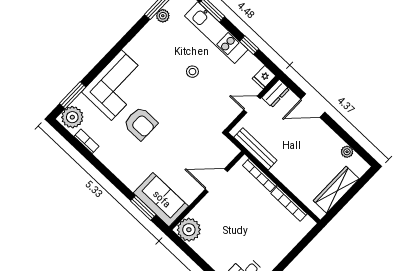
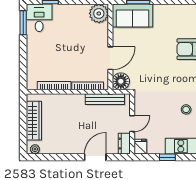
floor lamp: (226, 151) -> (121, 81), added
plant: (347, 152) -> (35, 149), moved

